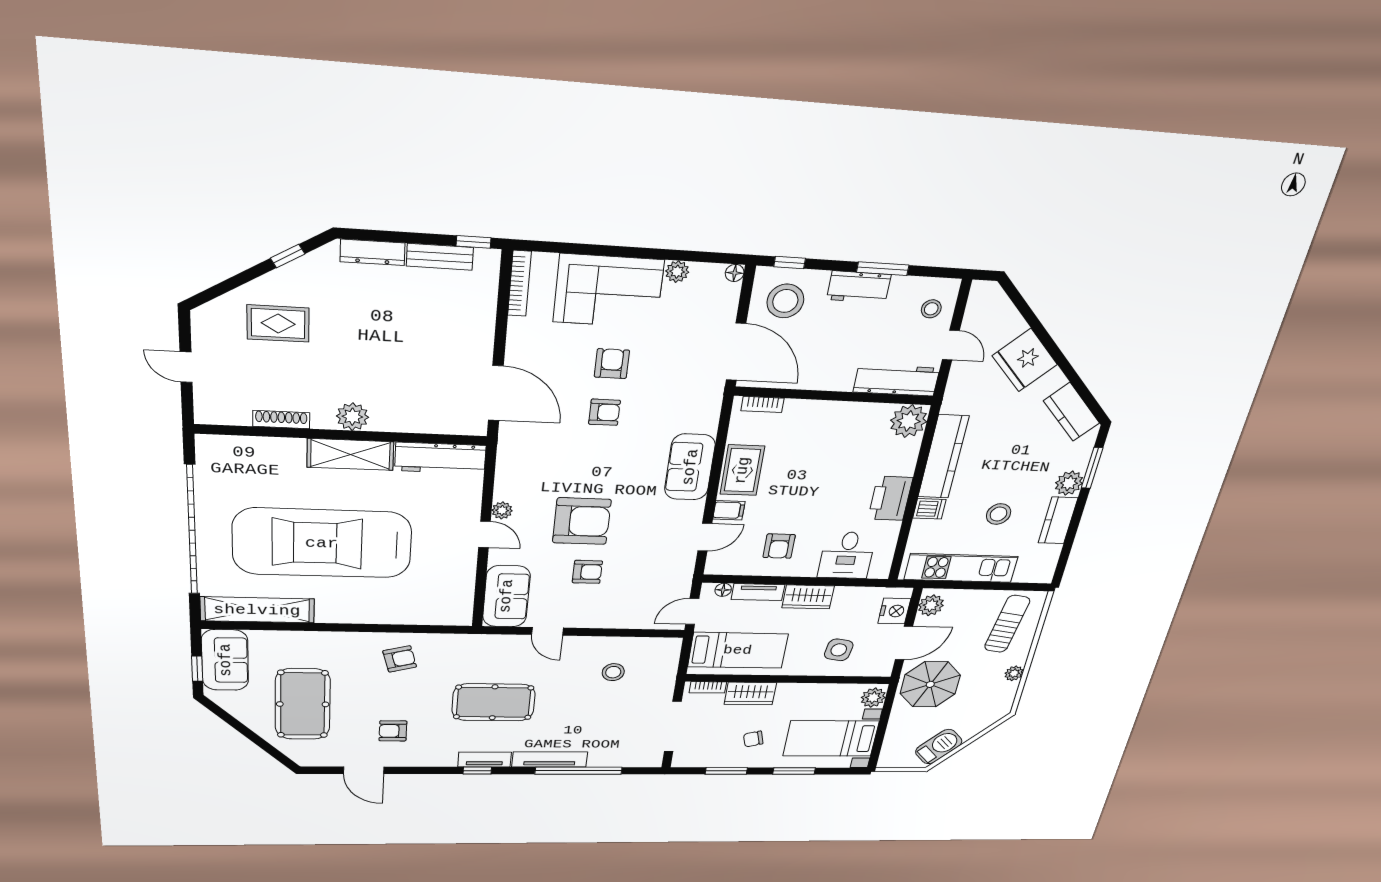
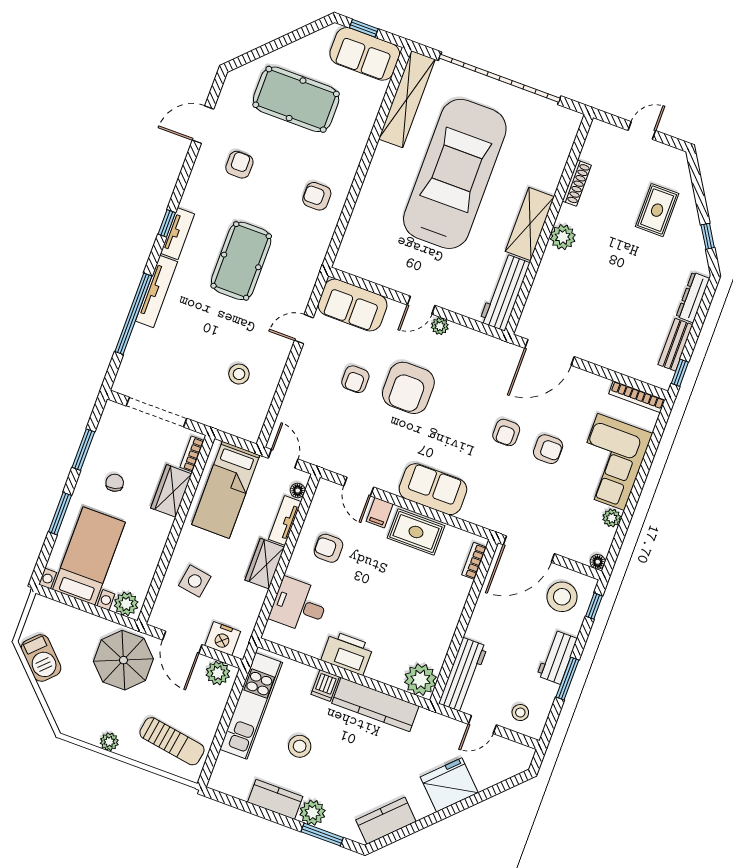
armchair: (400, 659) -> (317, 196), turned 105

